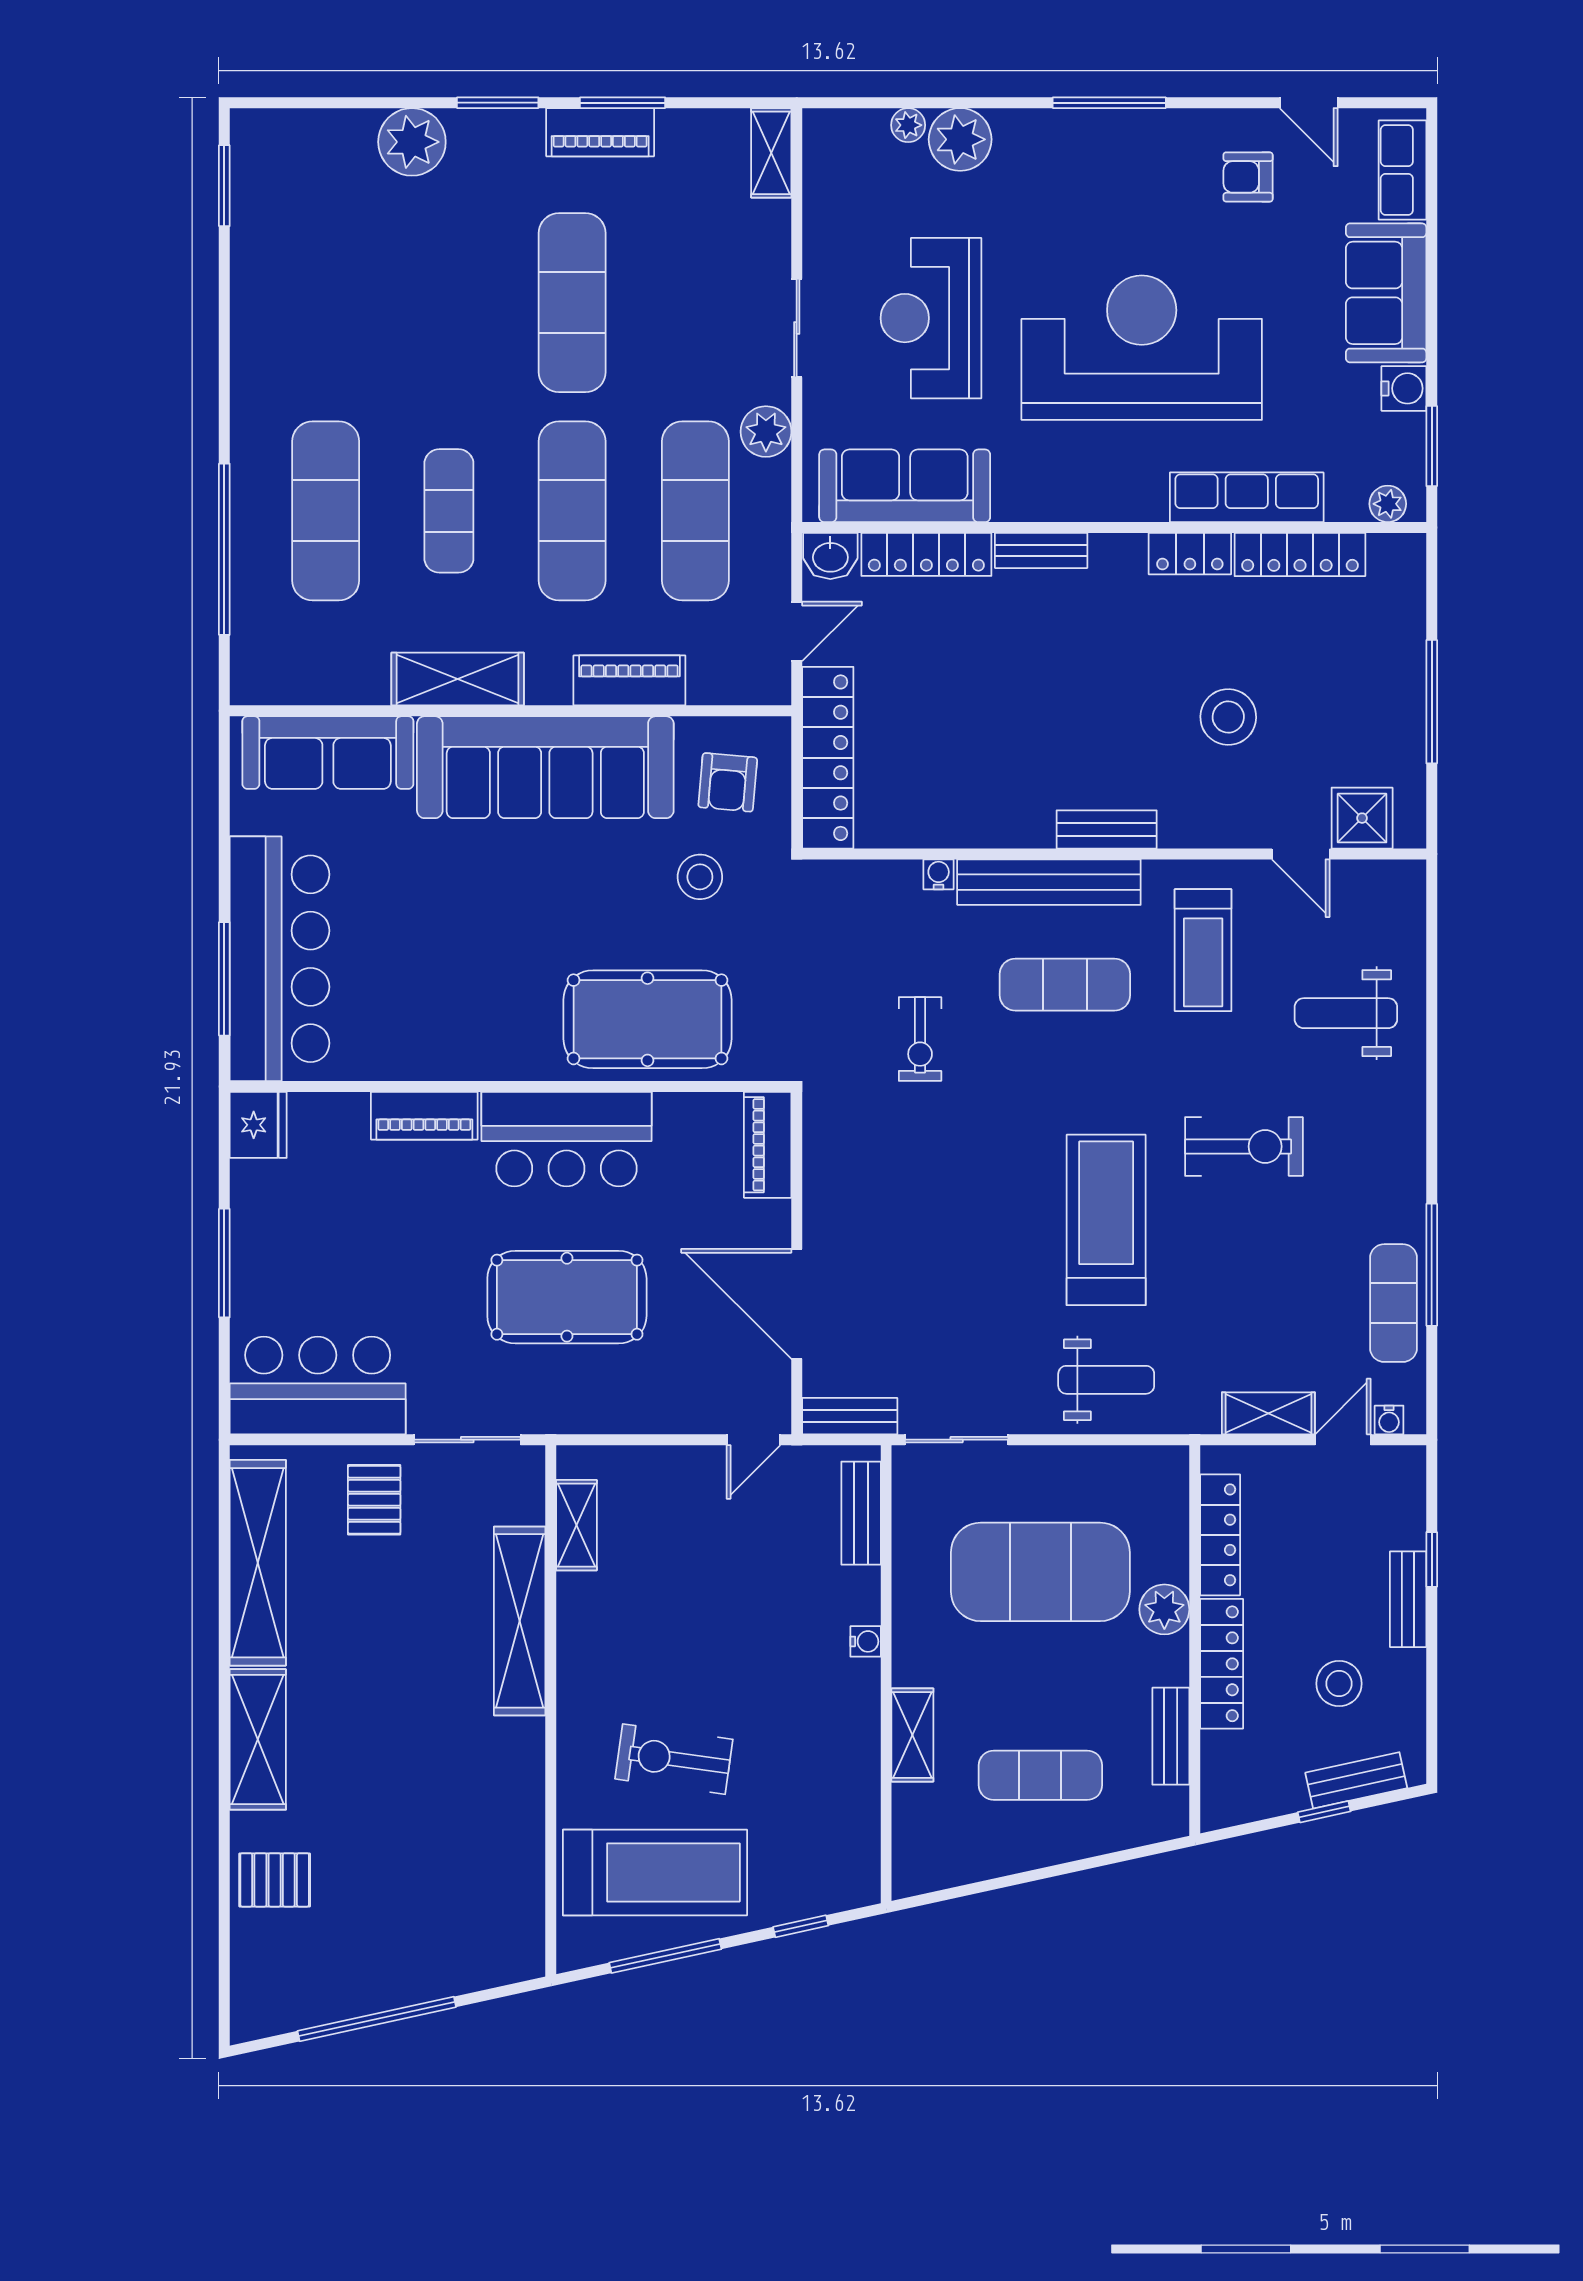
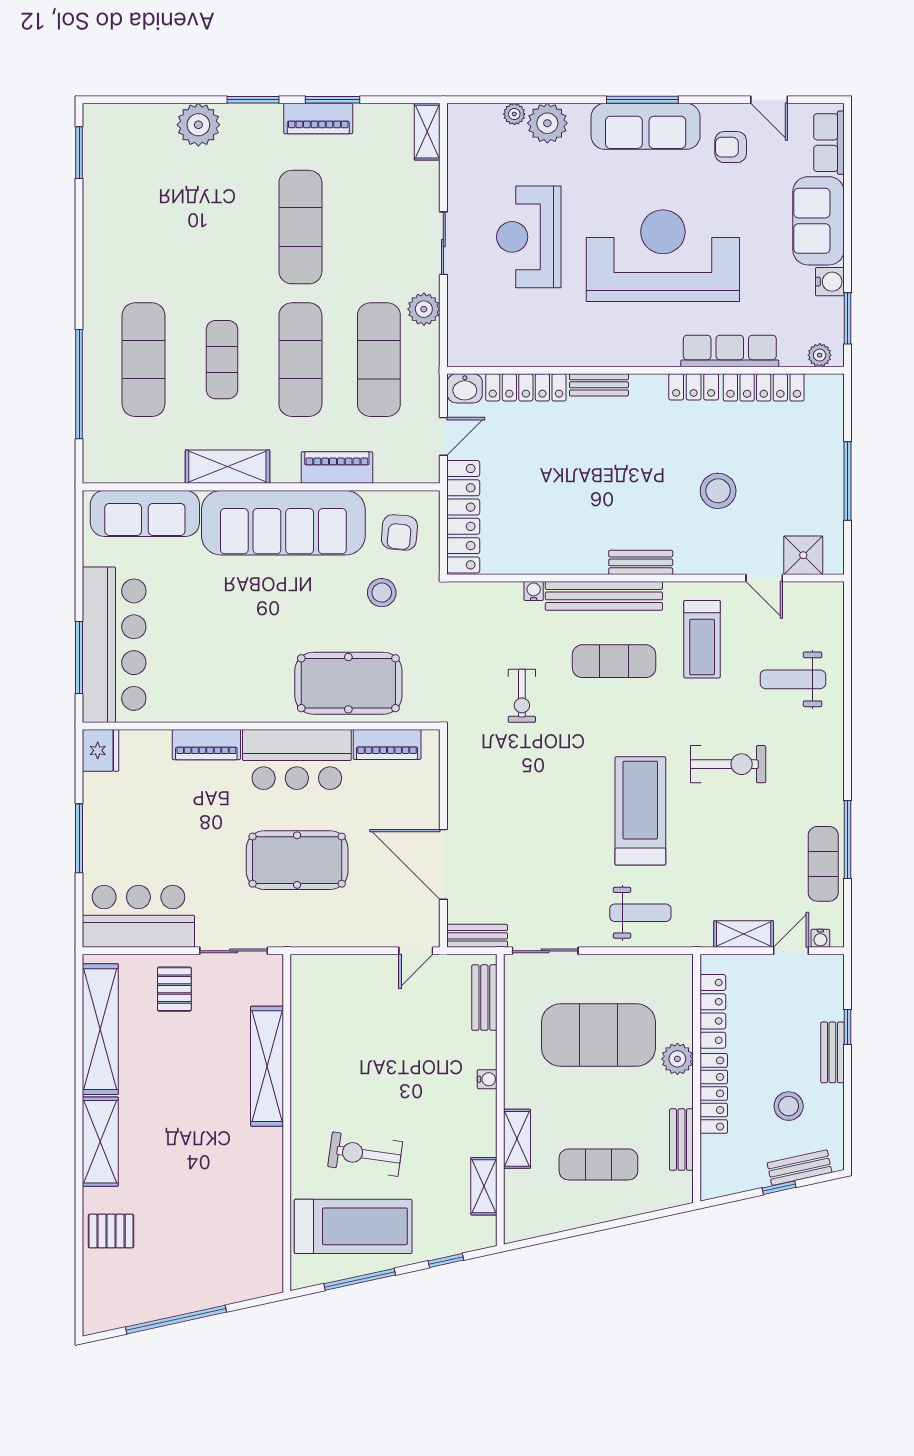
sofa: (905, 486) -> (646, 126), moved, turned 180
piano: (768, 1145) -> (387, 744), moved, turned -90
shelving: (576, 1525) -> (484, 1186), moved

